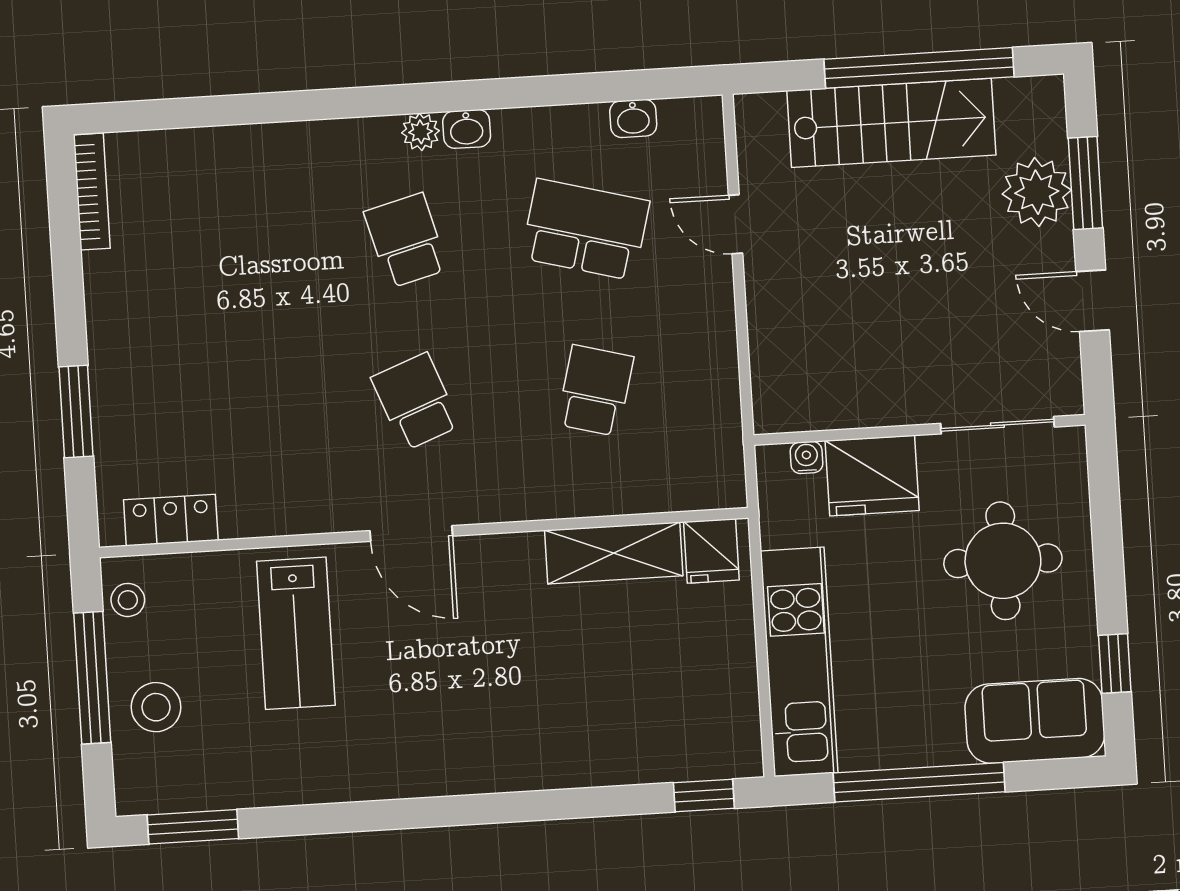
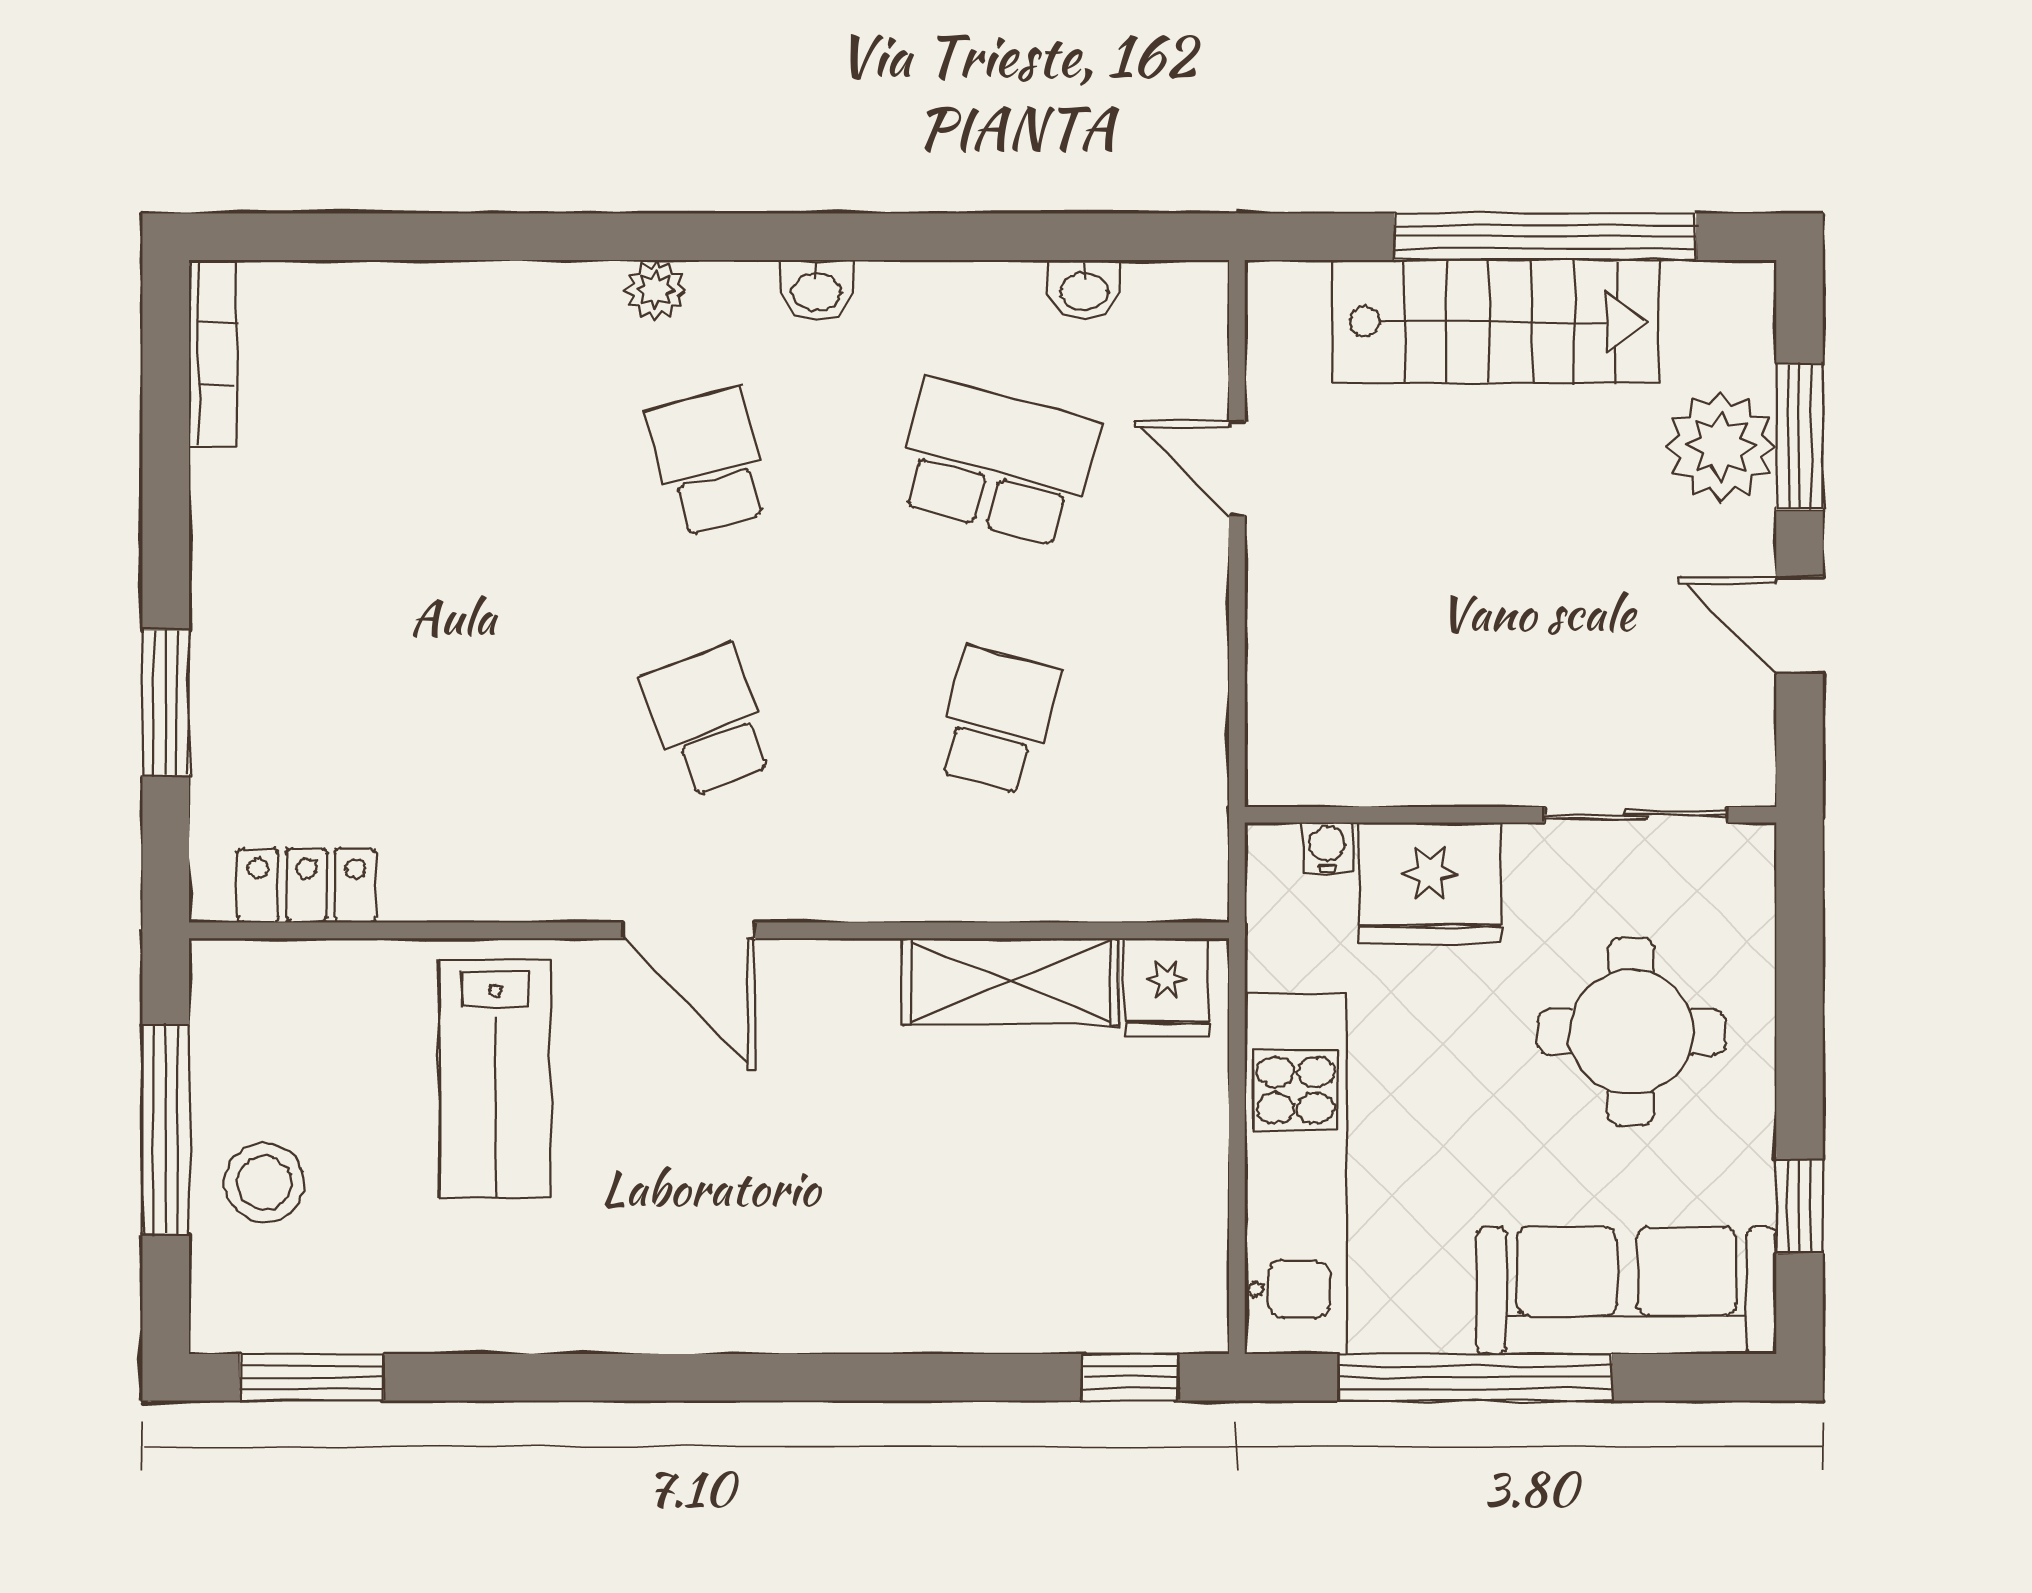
plant: (421, 132) -> (655, 290), moved
stool: (128, 600) -> (230, 1009), removed
sofa: (1035, 721) -> (1627, 1291), width x1.36

